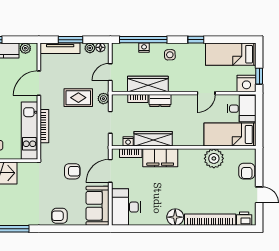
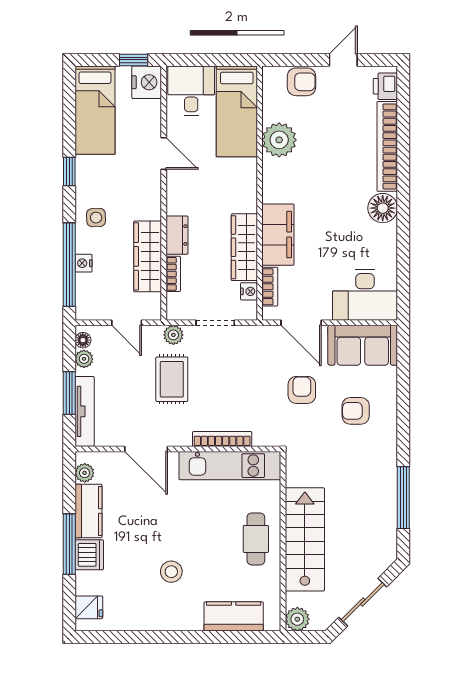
armchair: (59, 216) -> (356, 411), moved, turned 90

